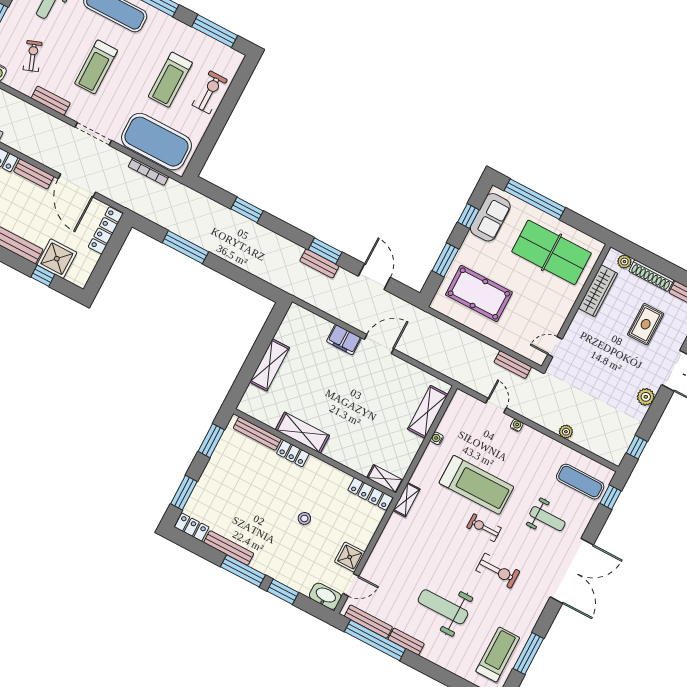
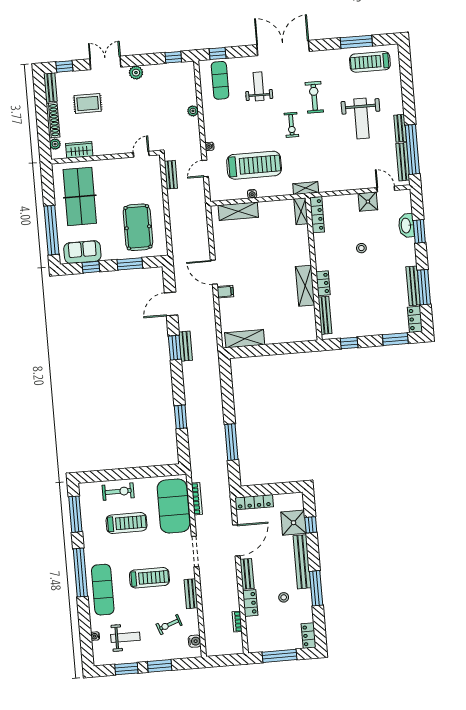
exercise bike: (210, 92) -> (118, 492), turned 180
wardrobe: (598, 291) -> (79, 150), width x0.67
filing cabinet: (344, 340) -> (225, 292), width x0.50
door: (555, 347) -> (141, 154), swing flipped
shelving: (270, 365) -> (245, 339), moved
window: (211, 441) -> (349, 343), width x0.67
treadmill: (476, 485) -> (254, 165), moved, turned 90
window: (243, 571) -> (424, 287), moved
washbasin: (325, 596) -> (406, 226), moved

